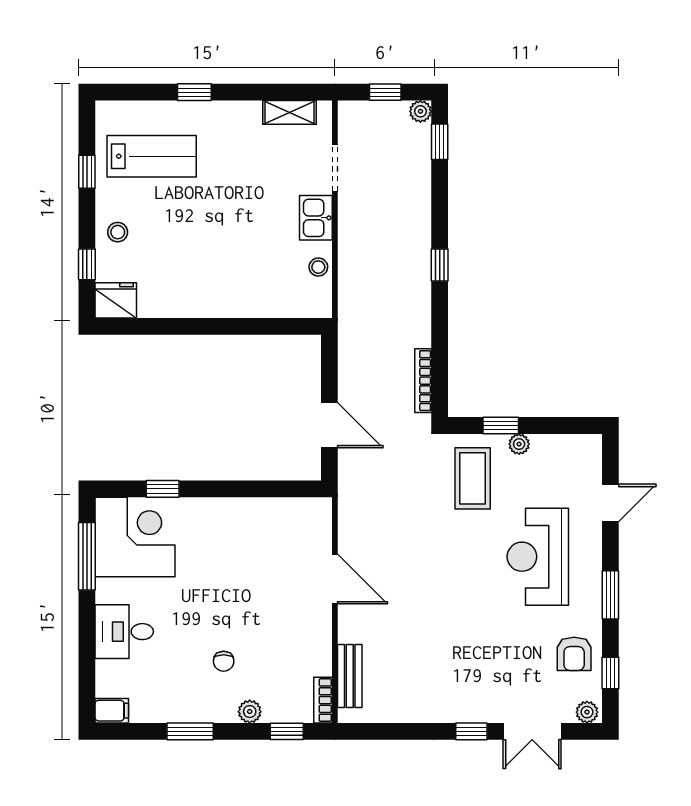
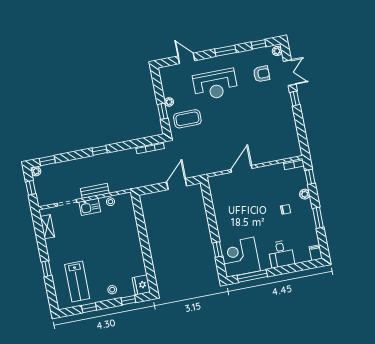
lab bench: (152, 156) -> (77, 282), turned 180
armchair: (574, 654) -> (262, 74), moved
bench: (350, 676) -> (95, 191), moved

